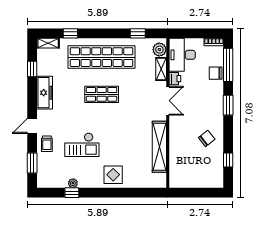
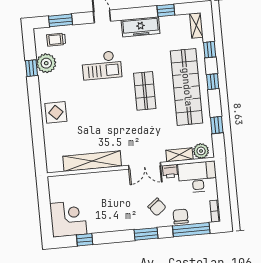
window: (99, 33) -> (213, 82), added
chair: (207, 138) -> (157, 207), moved
trolley: (47, 144) -> (56, 40), moved
checkout: (82, 145) -> (102, 65), moved, turned -90
corner desk: (208, 173) -> (68, 219), added
plant: (73, 183) -> (46, 63), width x1.88, depth x1.88

